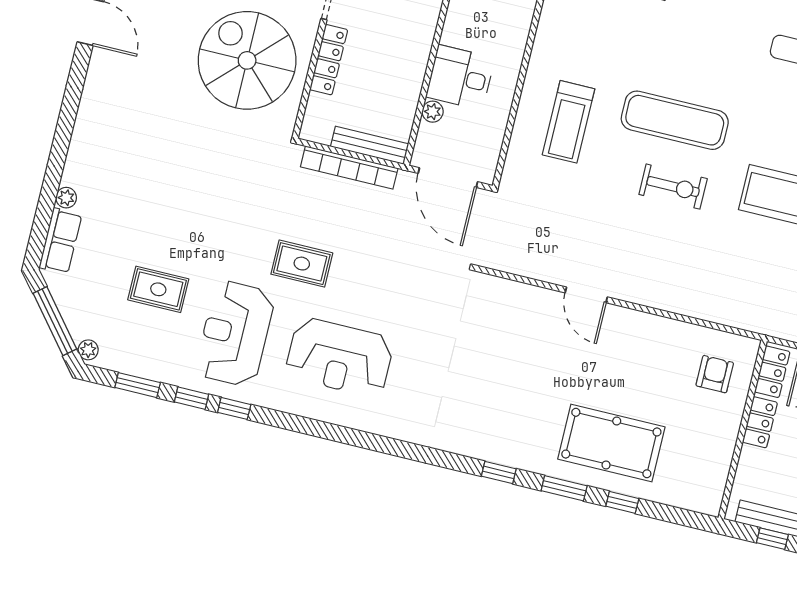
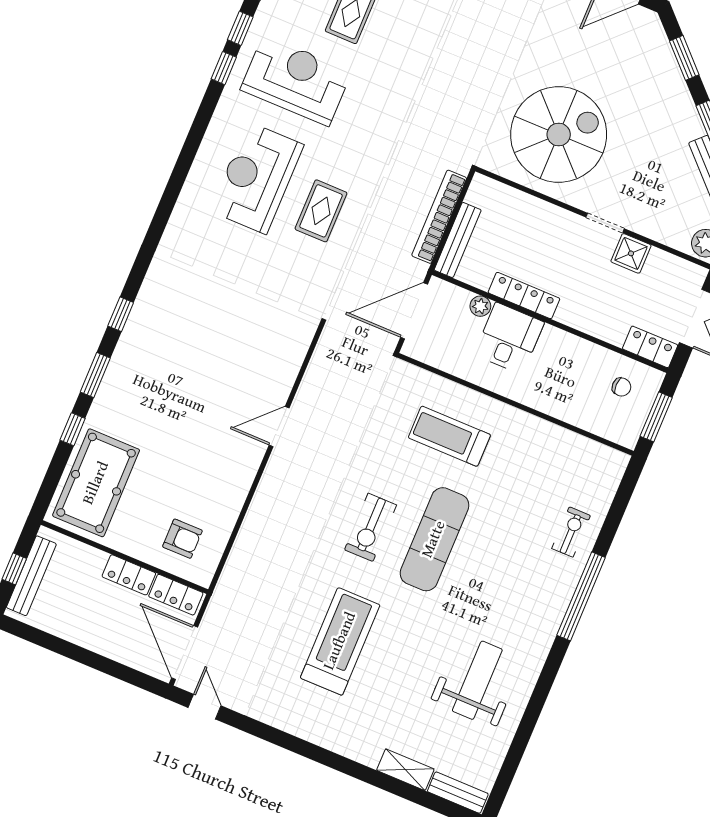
locker: (329, 60) -> (524, 296), moved, turned 180
rug: (302, 264) -> (321, 211), moved
pool table: (611, 443) -> (96, 483), moved

